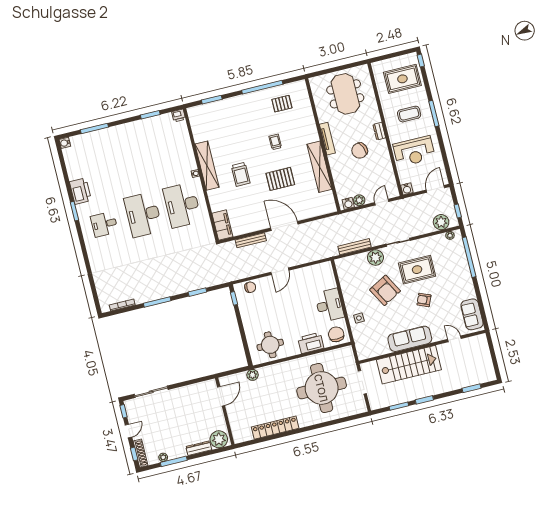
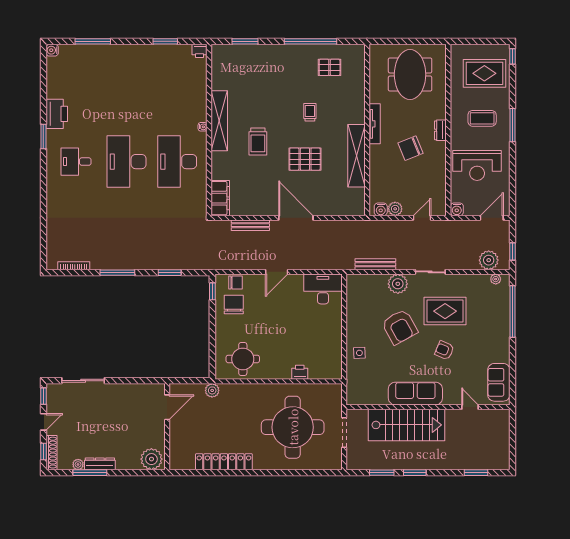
desk: (329, 305) -> (323, 289), moved, turned -90
chair: (336, 334) -> (234, 305), moved
printer: (311, 343) -> (300, 372), width x0.53, depth x0.68
dresser: (199, 448) -> (100, 464), moved

